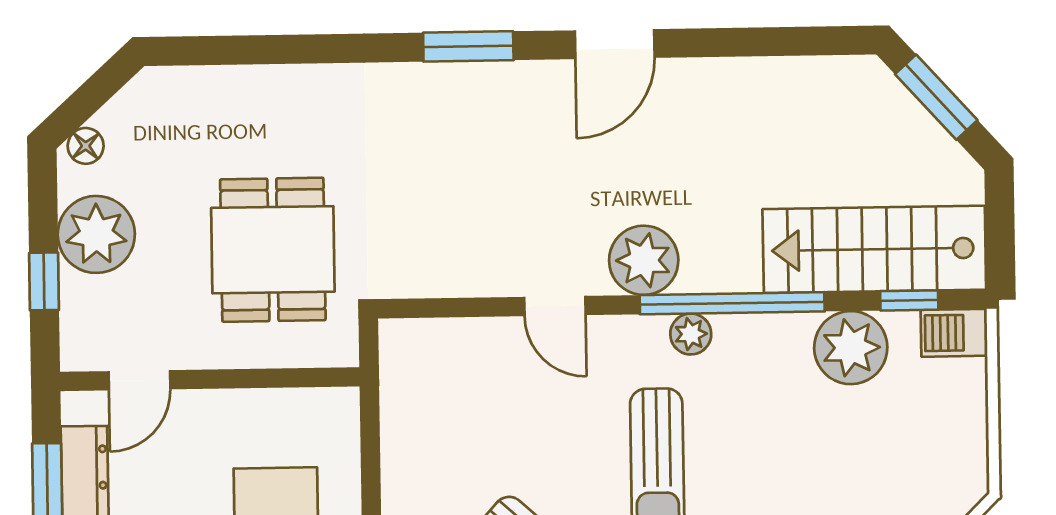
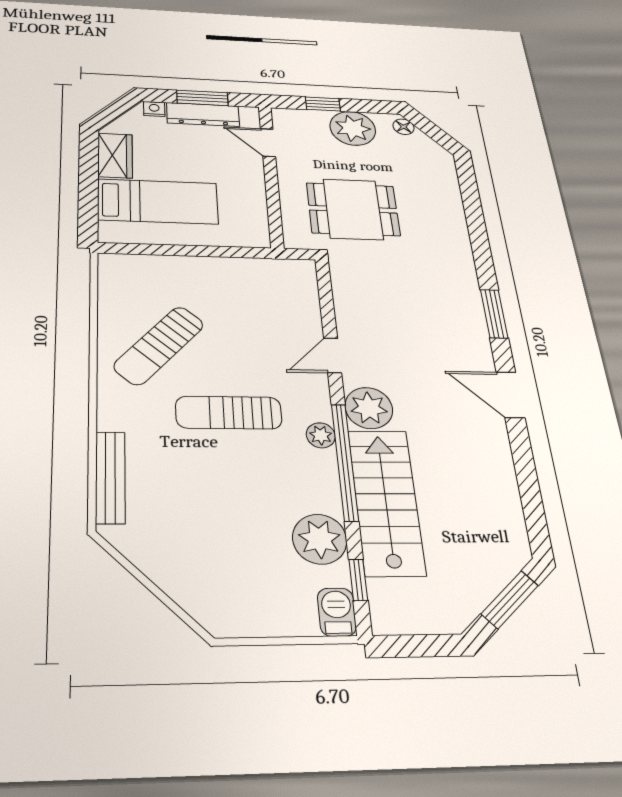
stairs: (874, 249) -> (386, 501), moved

